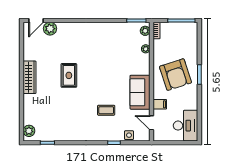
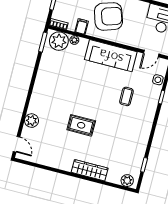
plant: (50, 29) -> (32, 121), moved
plant: (145, 31) -> (59, 41), width x1.87, depth x1.87
wardrobe: (30, 77) -> (90, 170), moved
sofa: (140, 92) -> (111, 56), width x1.36
filing cabinet: (160, 104) -> (82, 27), moved

